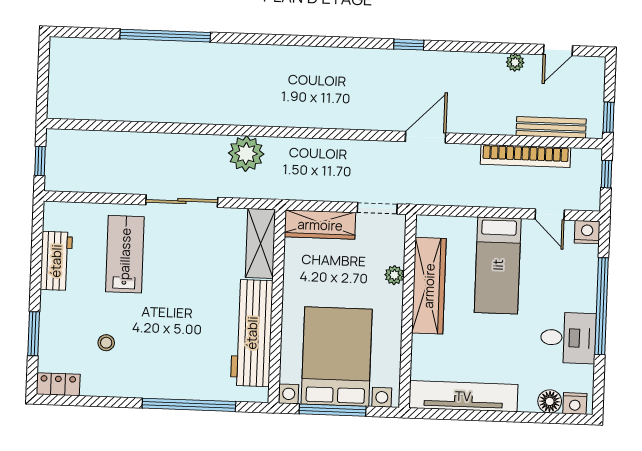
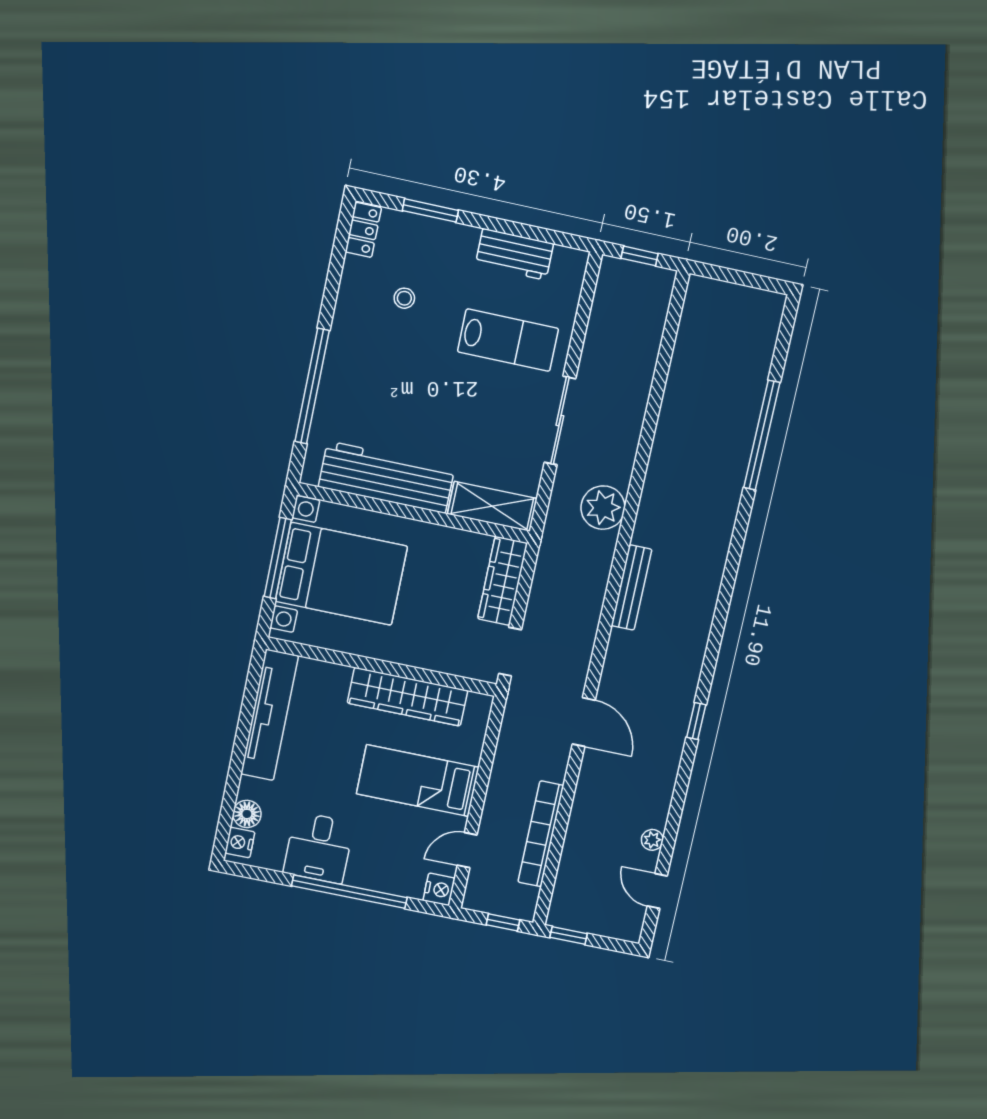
bench: (551, 127) -> (631, 587), moved
plant: (394, 275) -> (427, 658), removed

